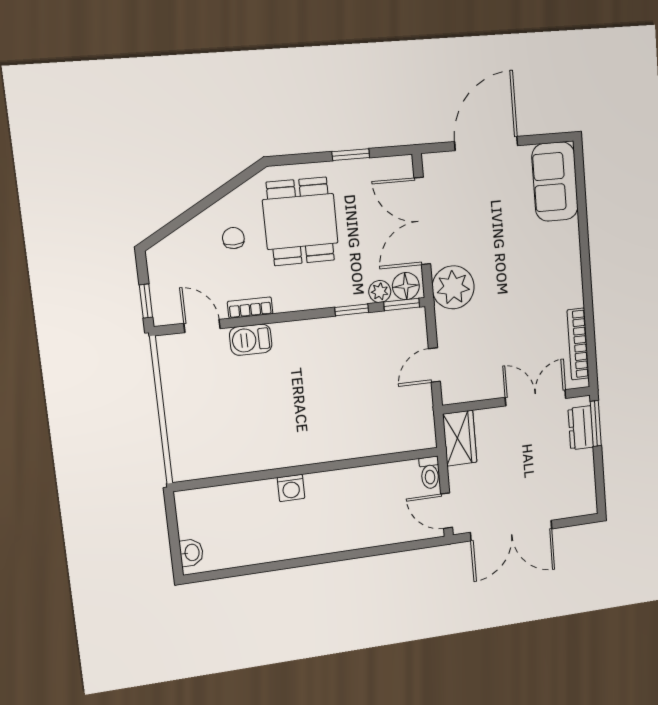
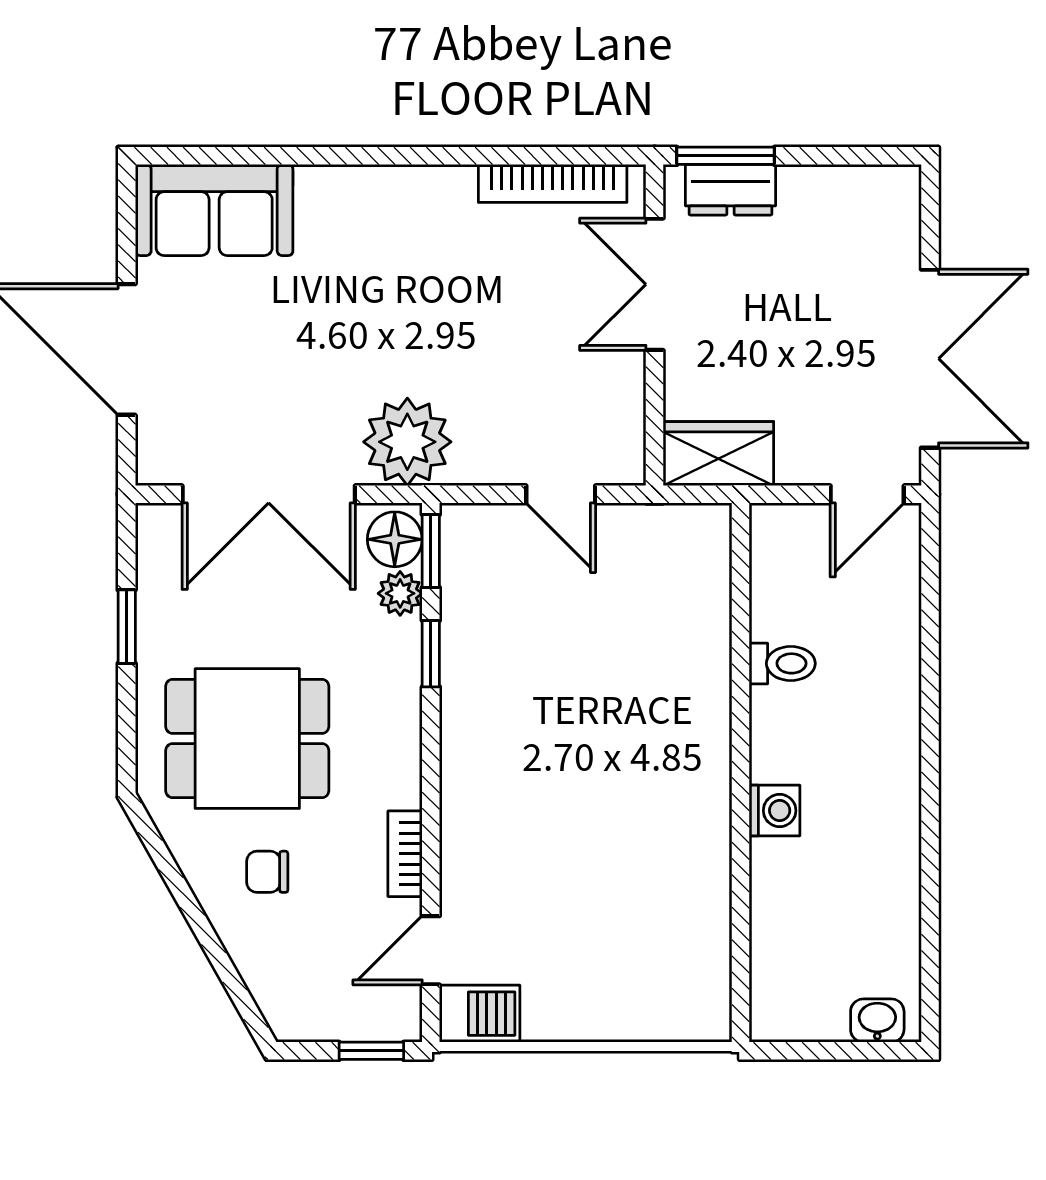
barbecue: (251, 340) -> (480, 1014), moved, turned -90
toilet: (430, 473) -> (782, 663), moved

